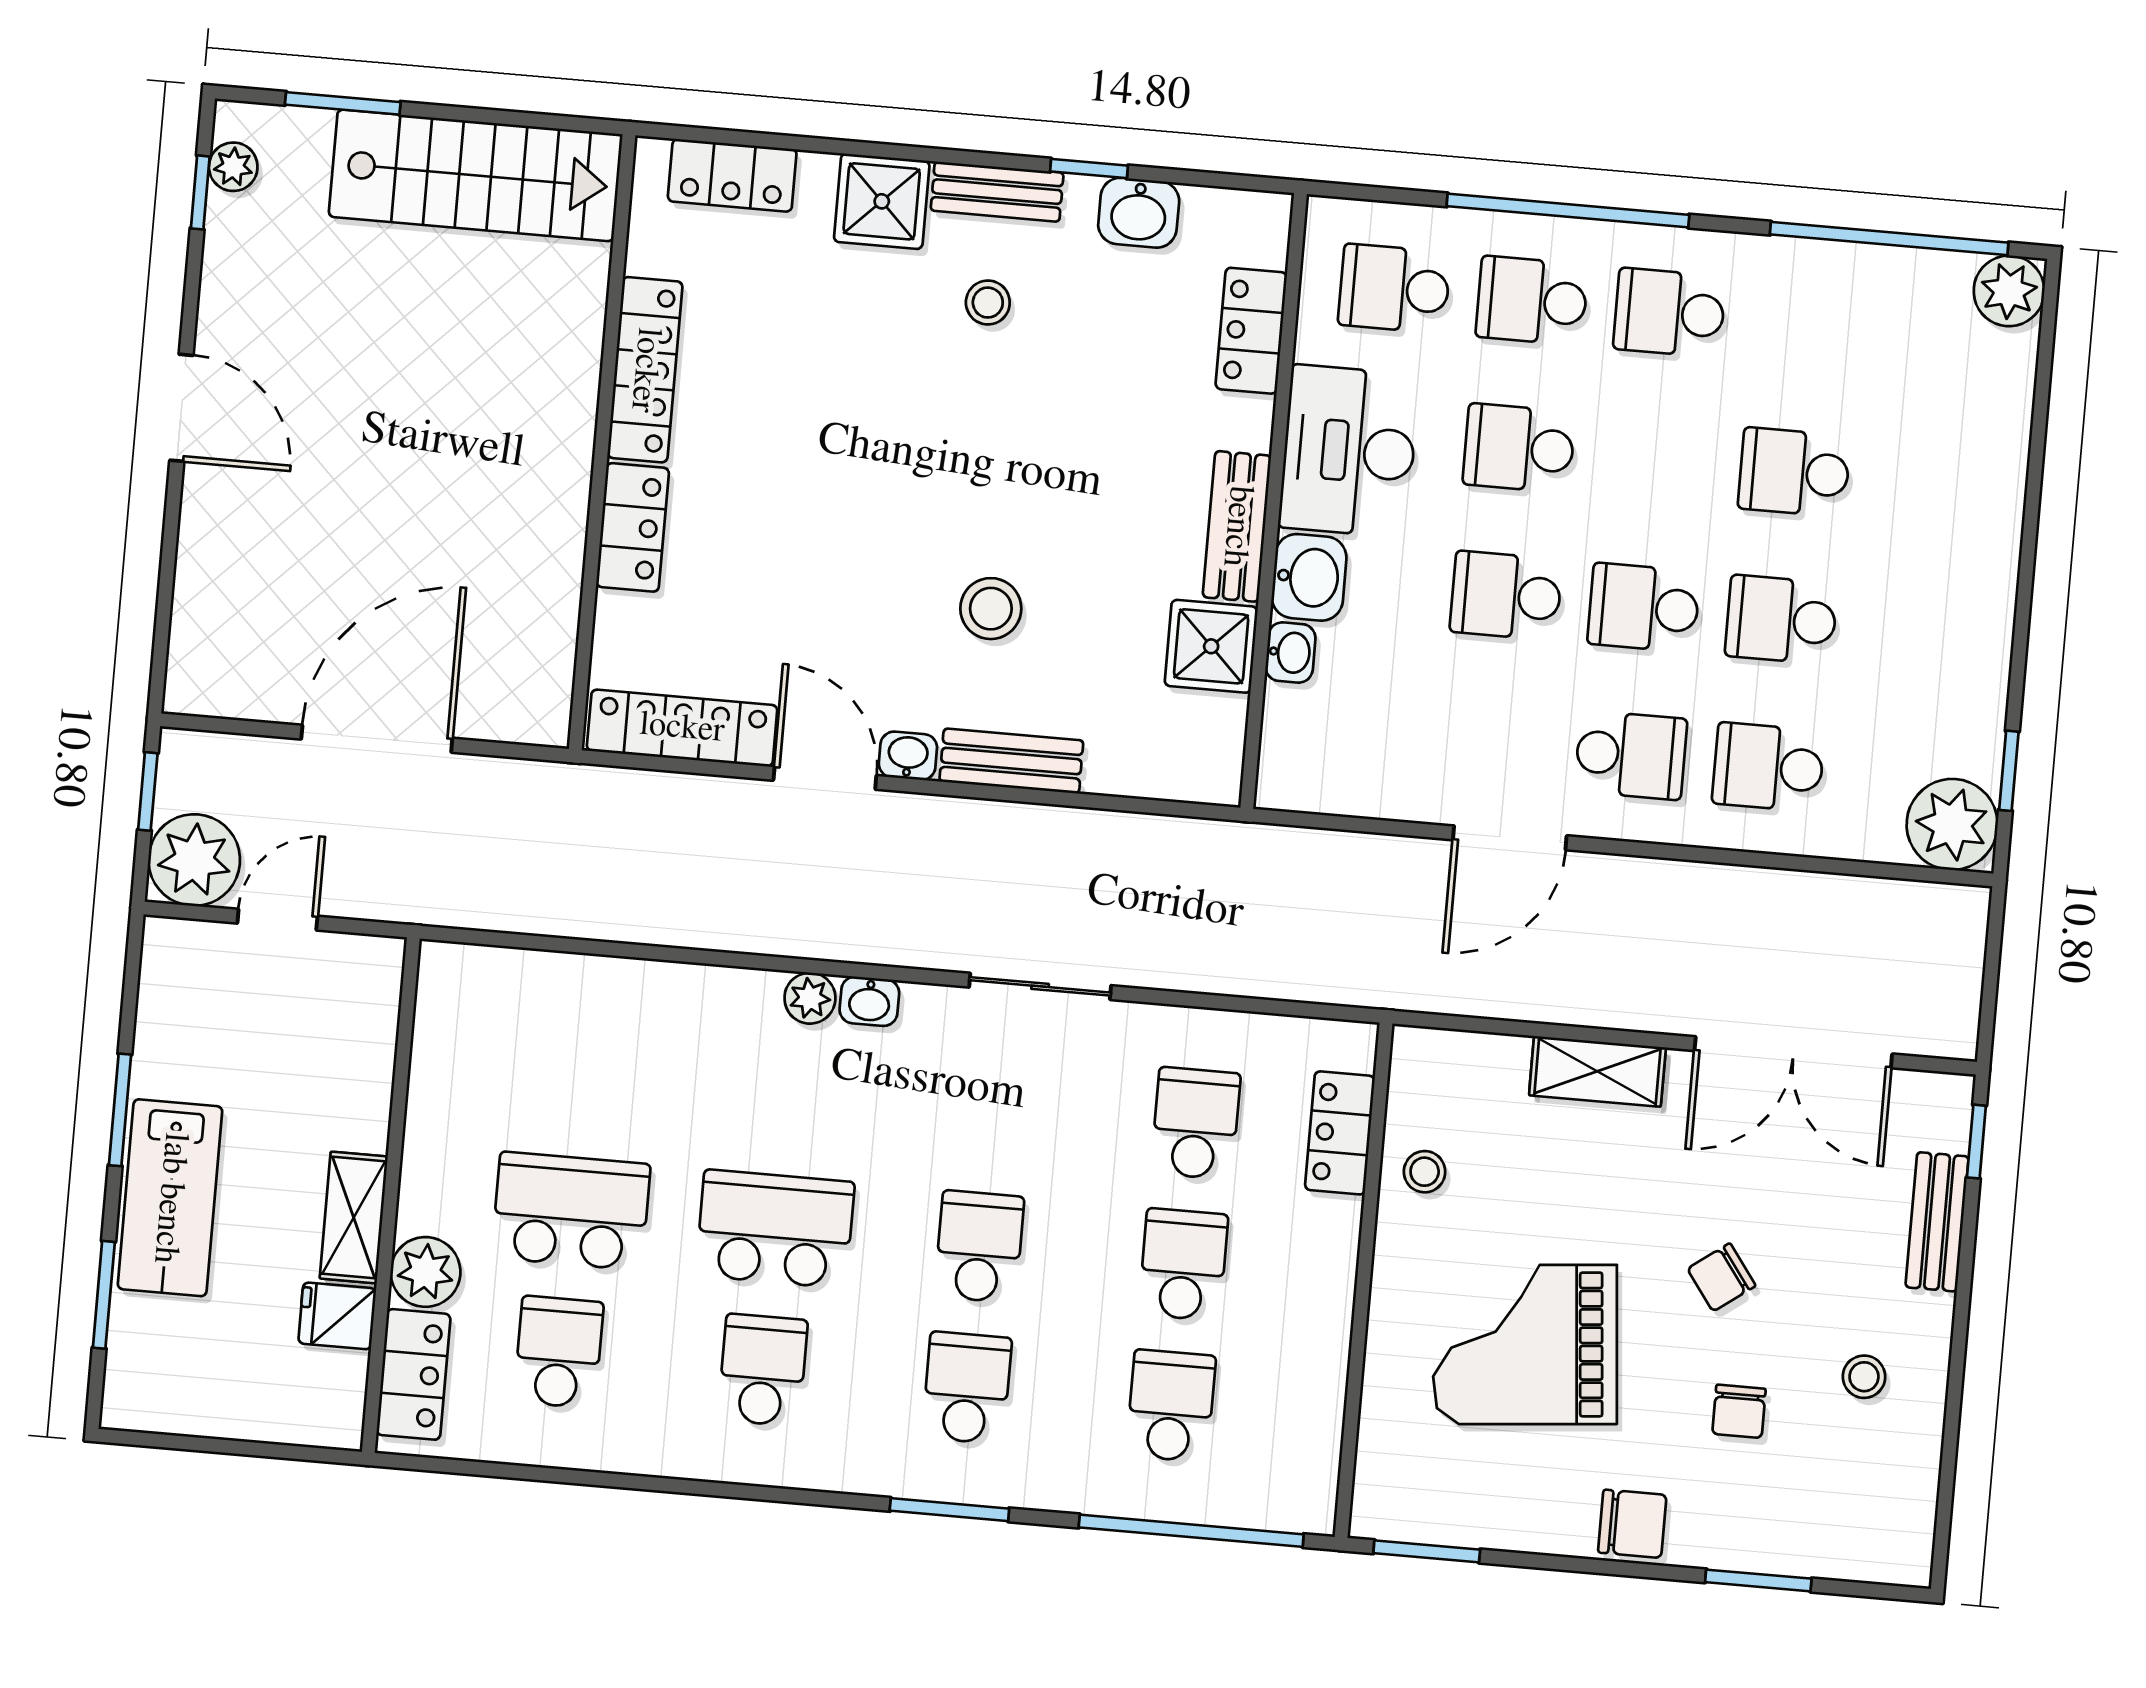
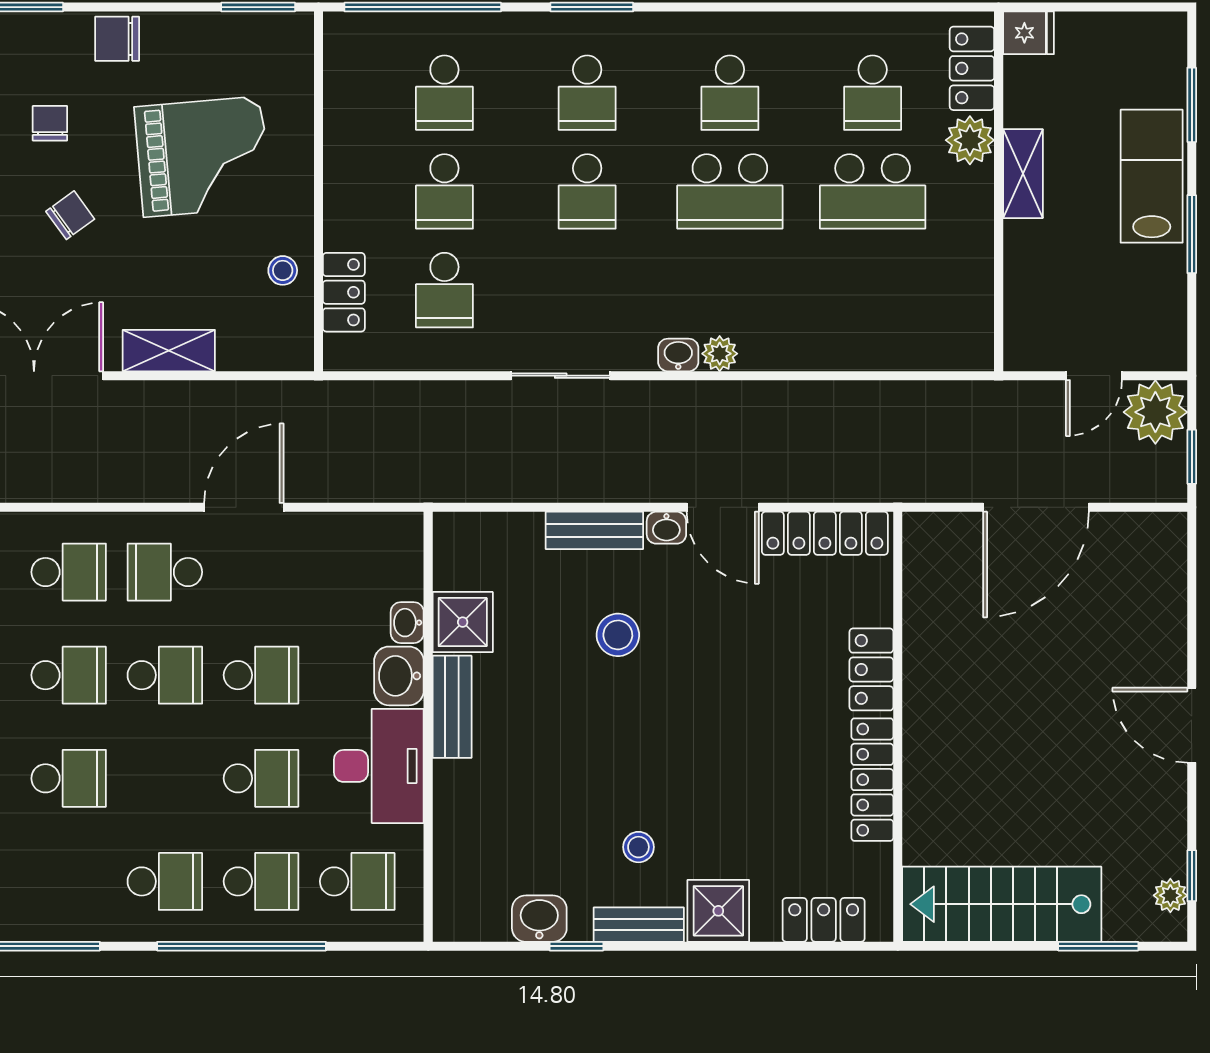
locker: (1251, 331) -> (454, 844), removed
fridge: (337, 1316) -> (1028, 33), moved

